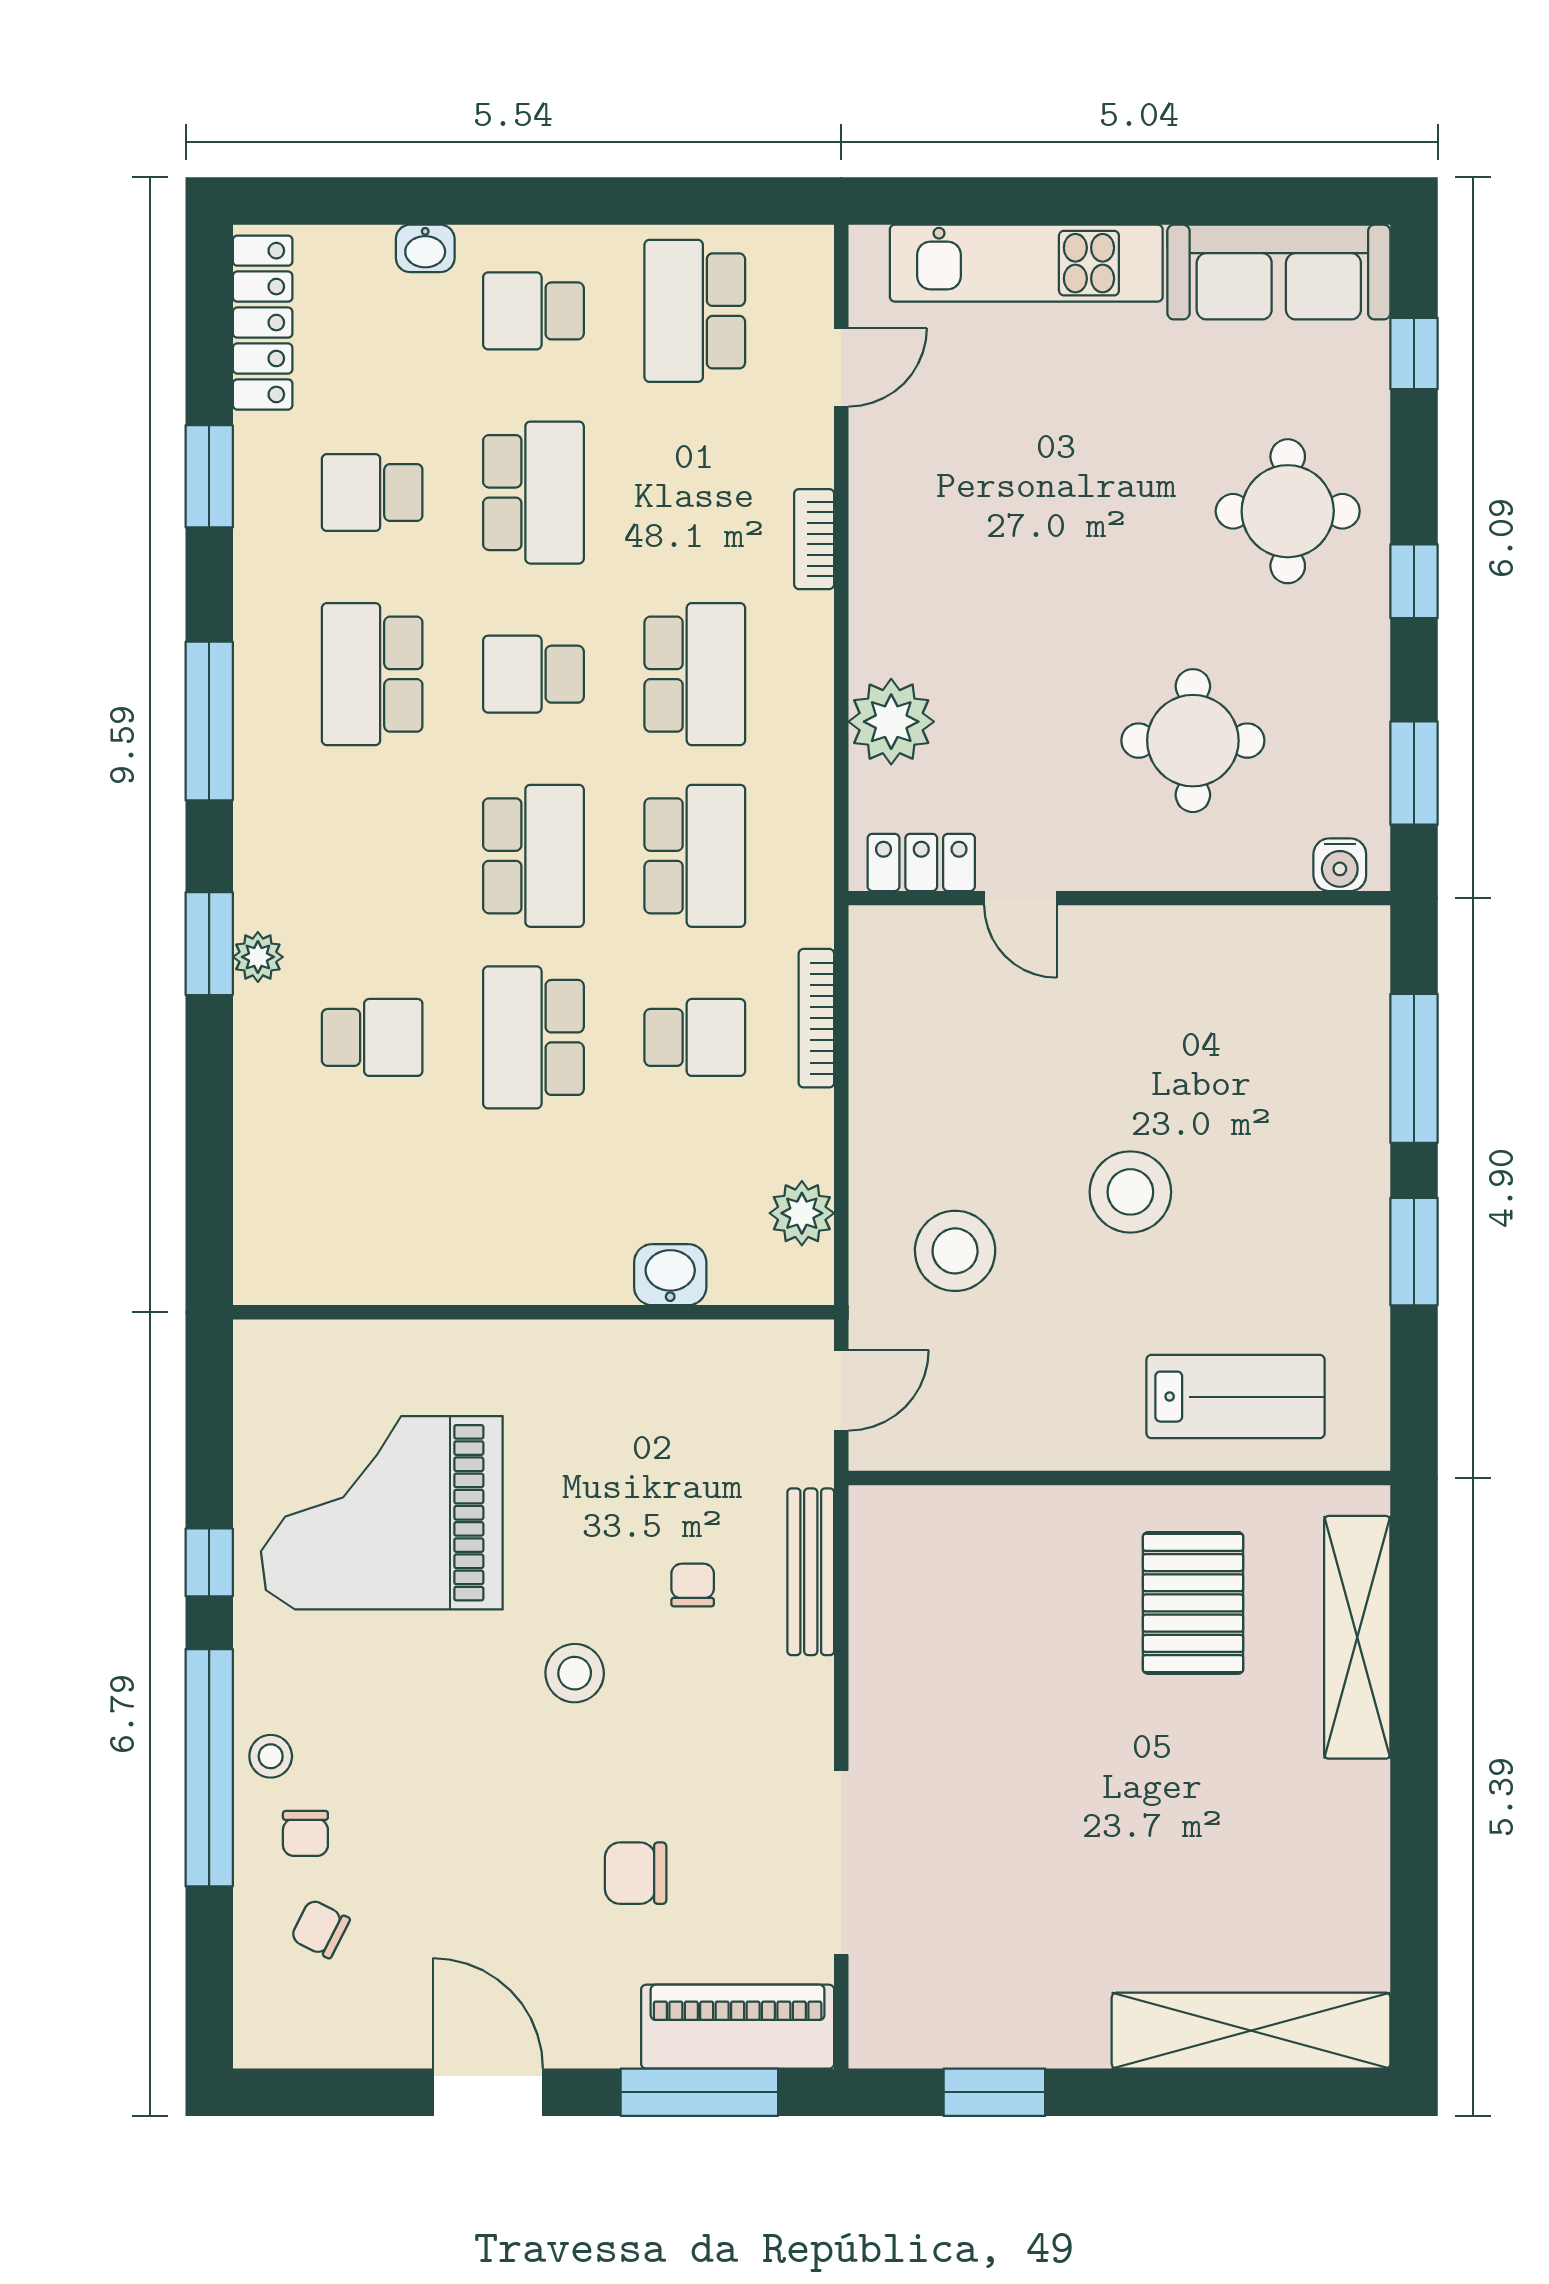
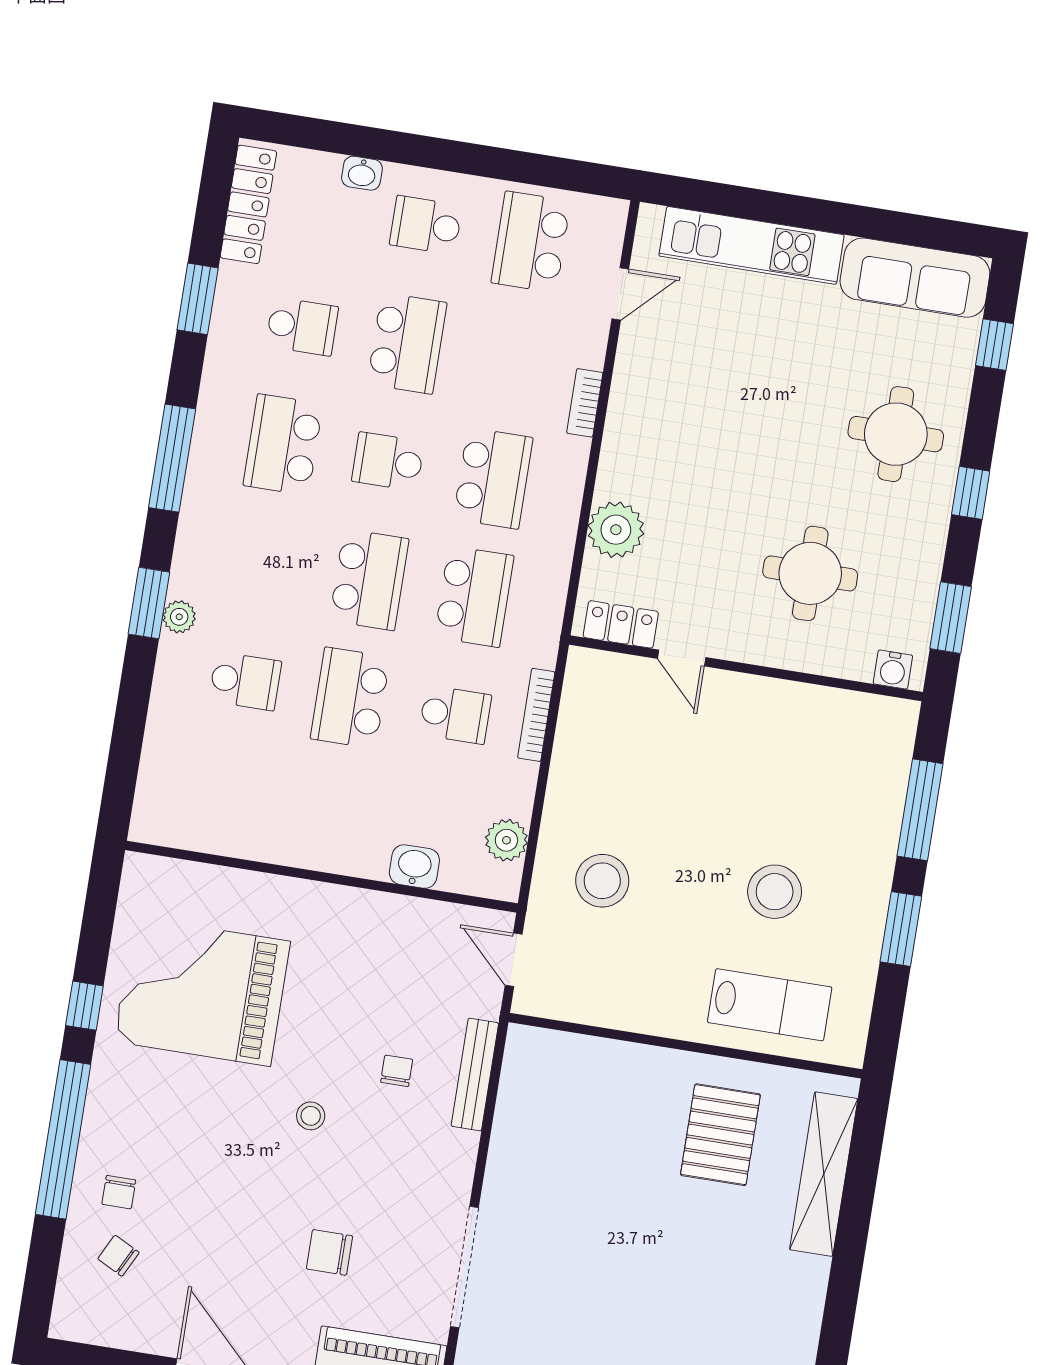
school desk: (372, 493) -> (302, 326), turned 180
stool: (1130, 1192) -> (775, 892), moved
door: (841, 1391) -> (514, 960), swing flipped
stool: (575, 1673) -> (311, 1116), width x0.73, depth x0.73
stool: (271, 1756) -> (104, 1138), removed

